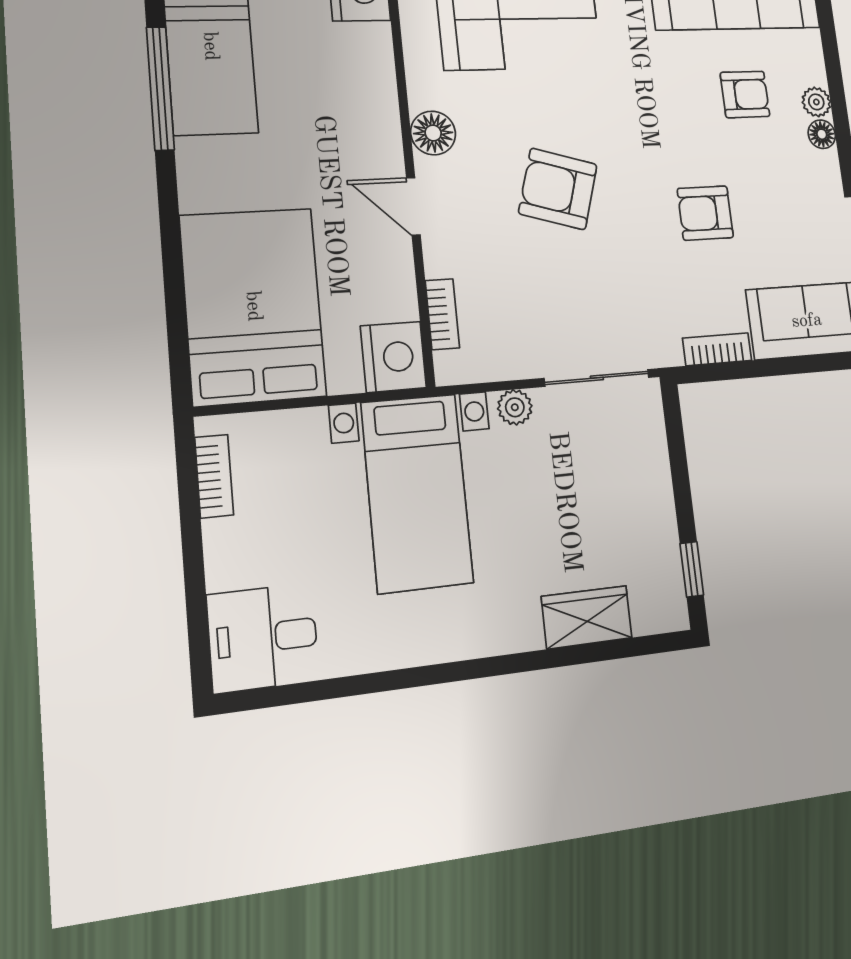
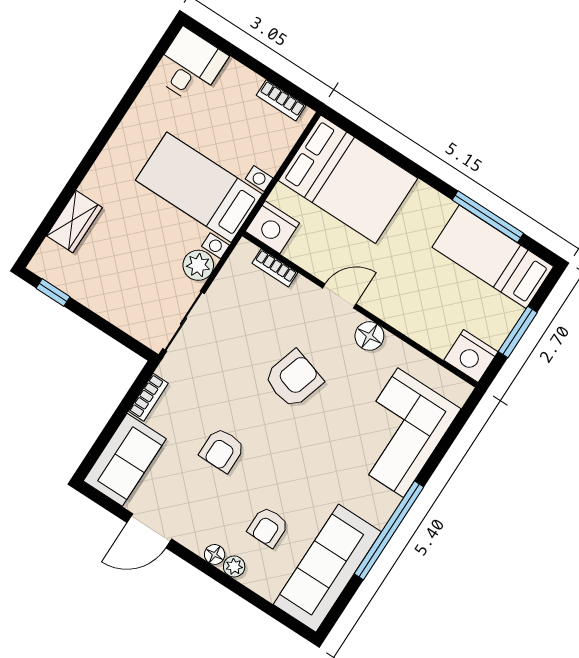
armchair: (705, 213) -> (222, 450), turned 180
plant: (515, 407) -> (198, 265), width x1.38, depth x1.38

